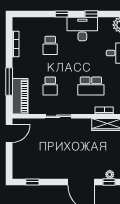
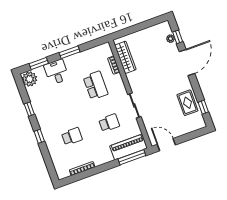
desk: (82, 29) -> (46, 112), removed
window: (9, 81) -> (132, 157), moved
rug: (42, 168) -> (187, 103), added

